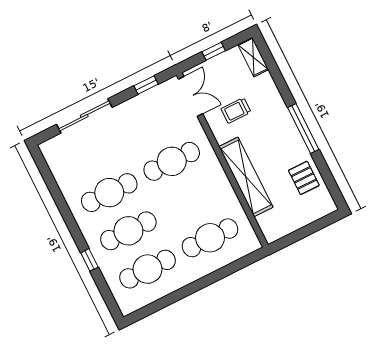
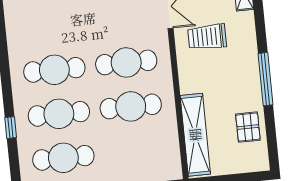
trolley: (236, 110) -> (207, 37), width x1.36, depth x1.39
shelving: (246, 177) -> (195, 135), moved
cafe table: (210, 238) -> (131, 106), moved

